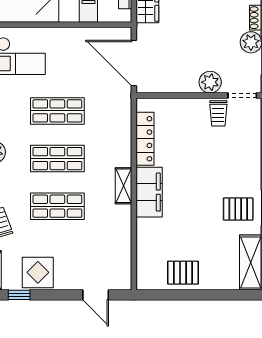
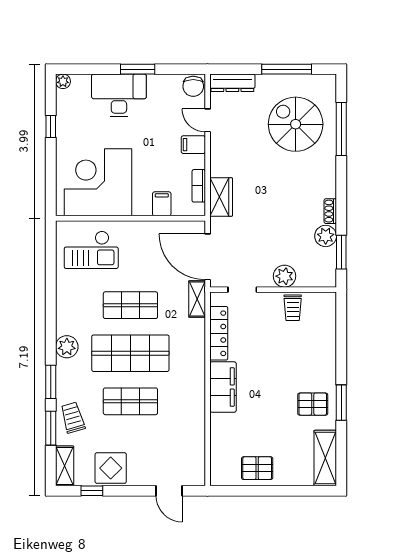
doorway: (242, 95) -> (242, 290), moved
shop shelf: (57, 159) -> (130, 353), width x1.43, depth x1.36
shelving: (123, 186) -> (197, 299), moved

